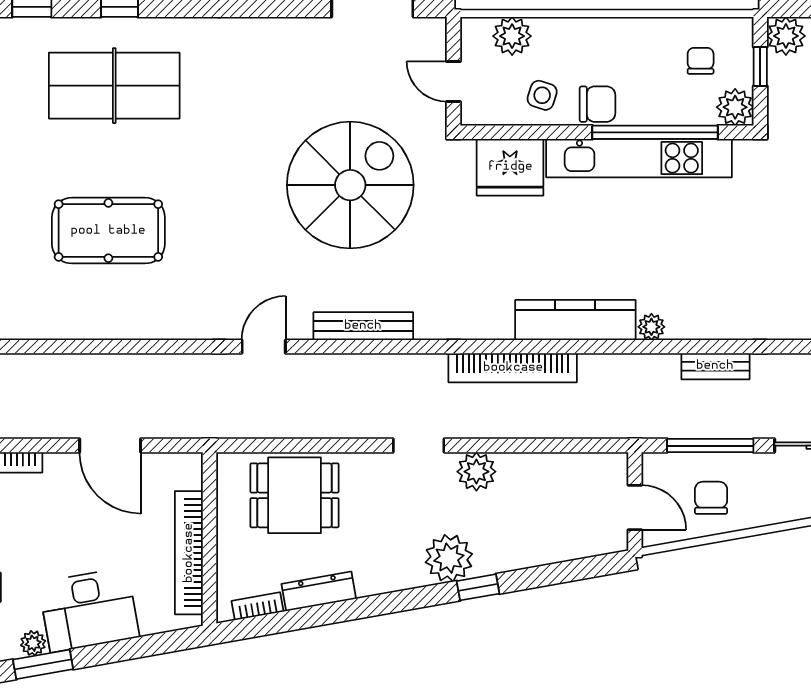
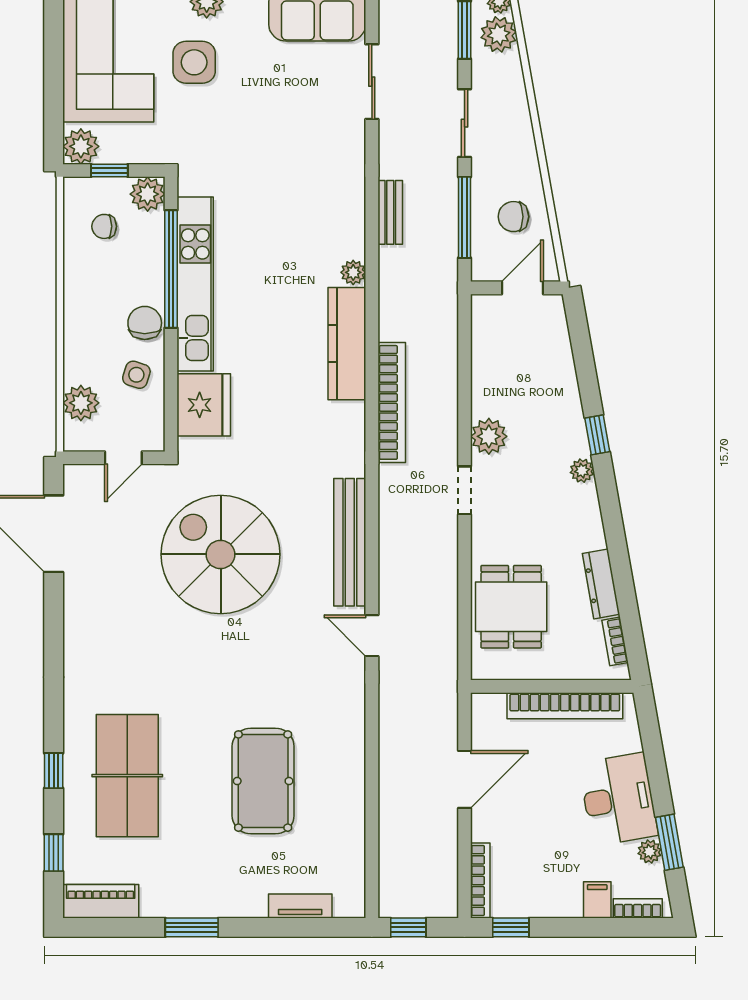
bench: (363, 326) -> (350, 542), width x1.37, depth x1.21
plant: (449, 558) -> (582, 471), width x0.53, depth x0.53

